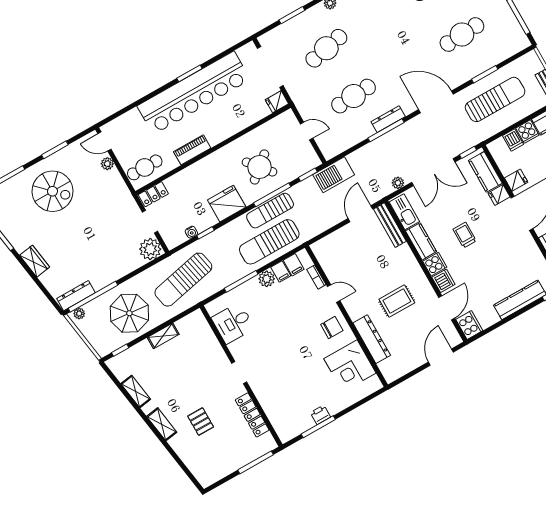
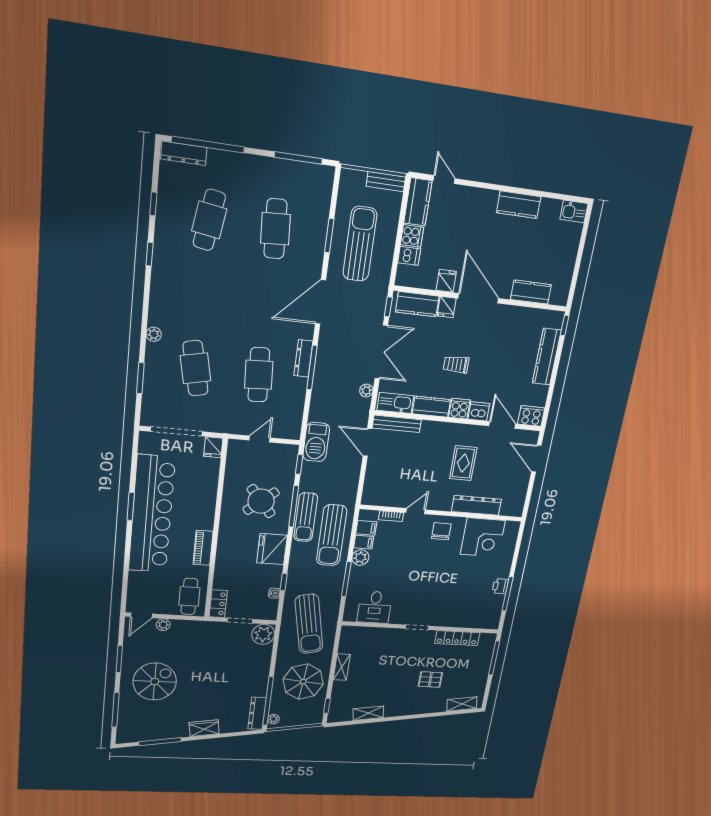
shelving: (162, 424) -> (462, 704), moved

